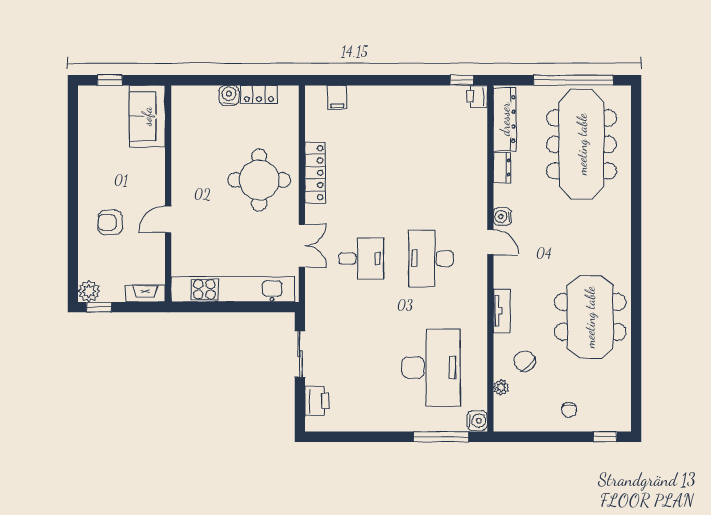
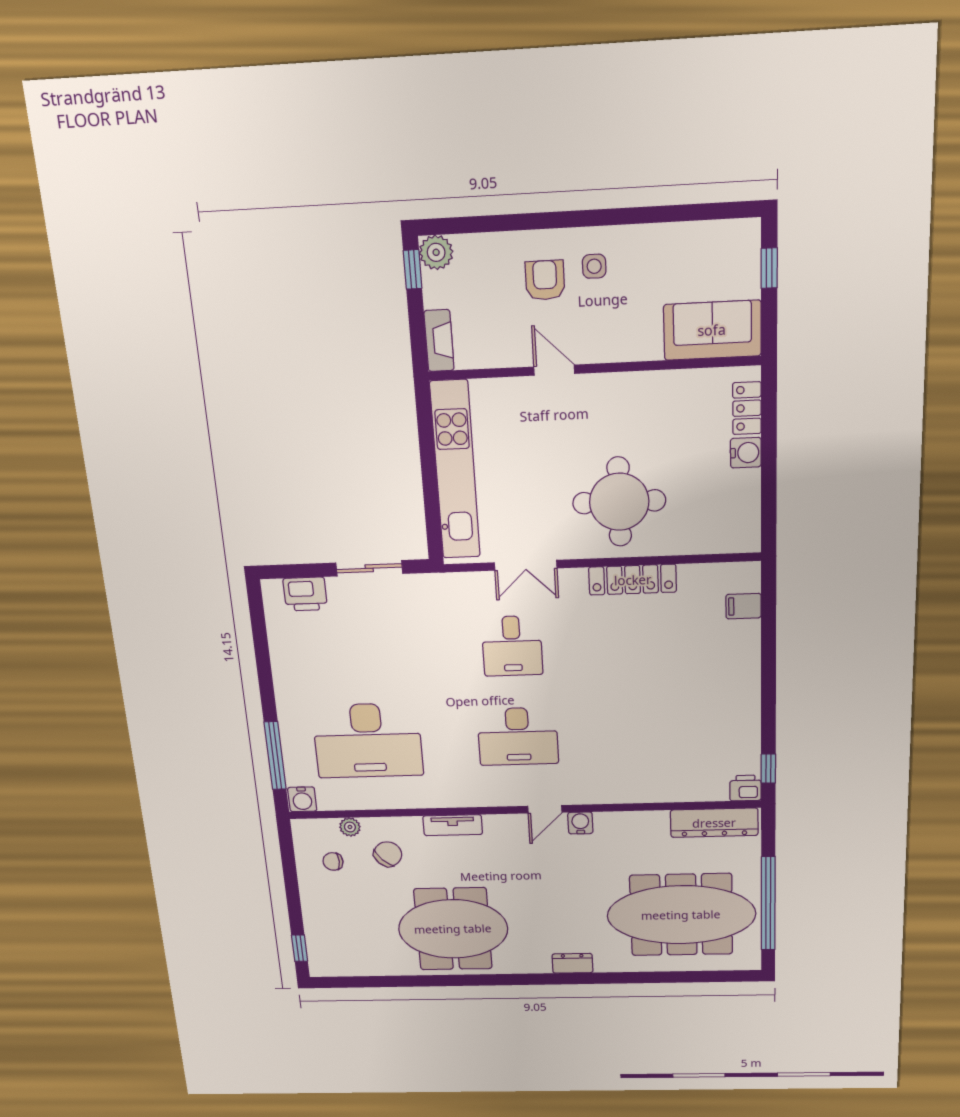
locker: (259, 94) -> (747, 408), moved
dresser: (502, 168) -> (572, 963), moved, turned 180
side table: (103, 191) -> (594, 266), added
desk: (431, 258) -> (518, 736), turned 180
chair: (569, 410) -> (333, 861), moved

